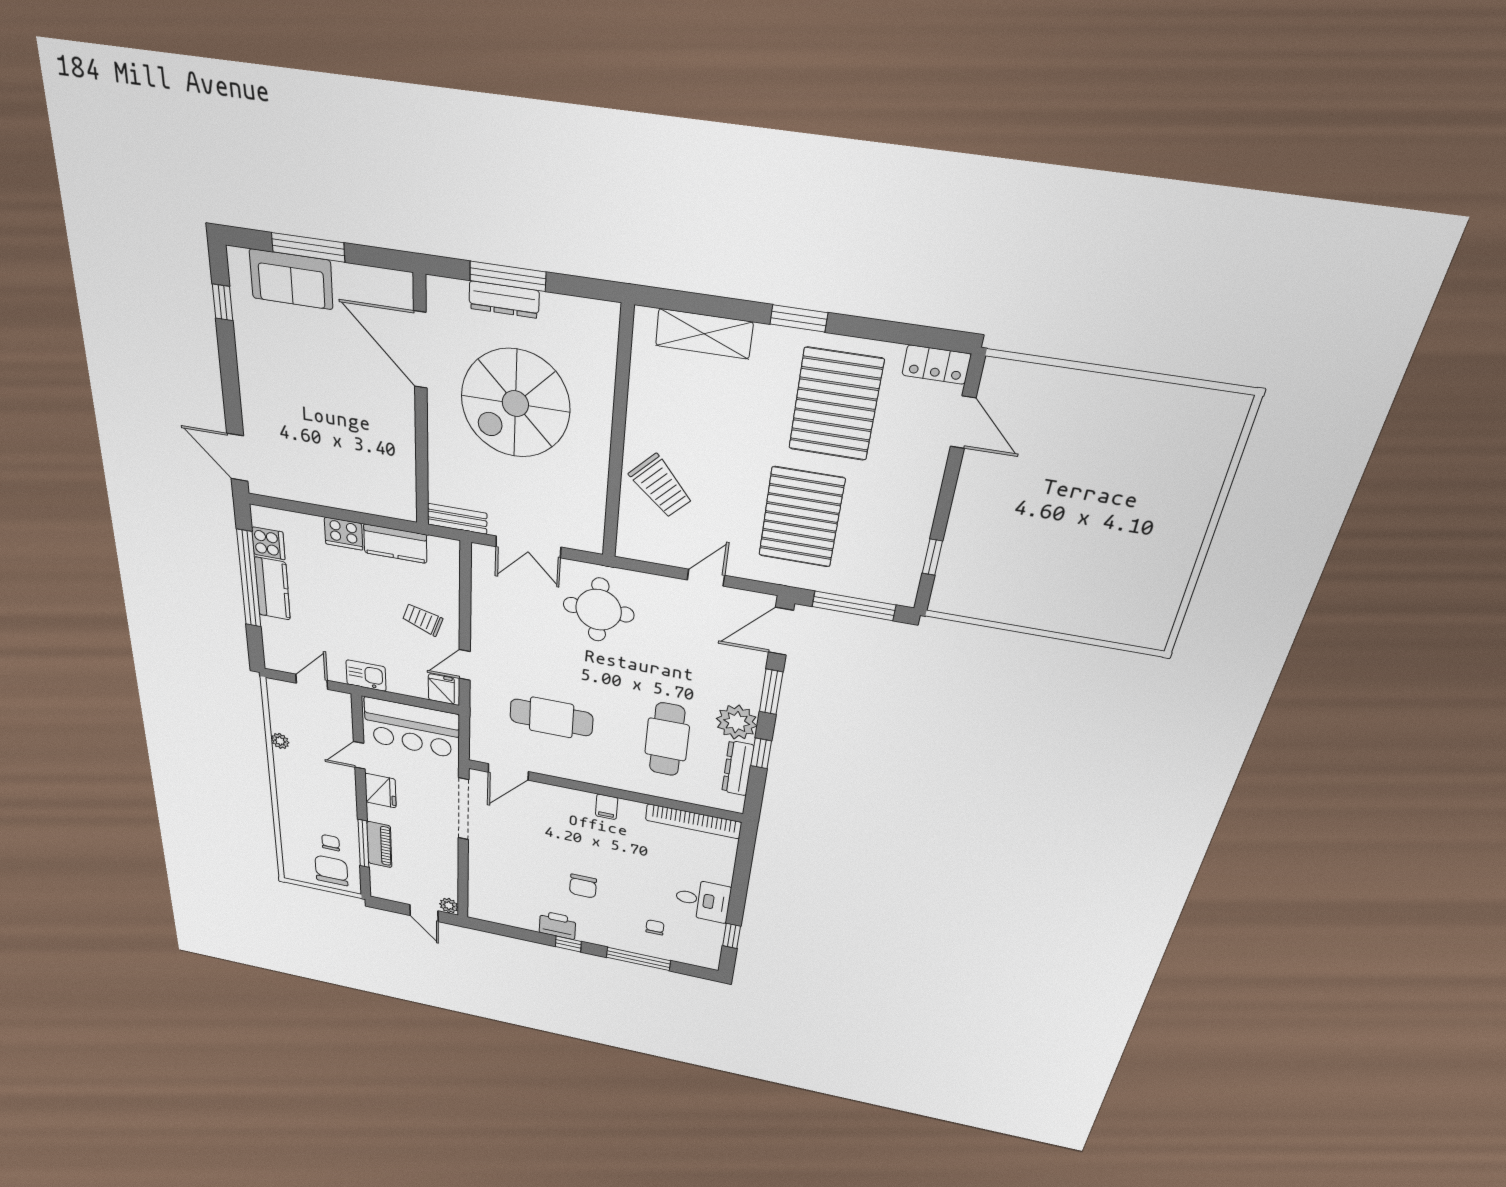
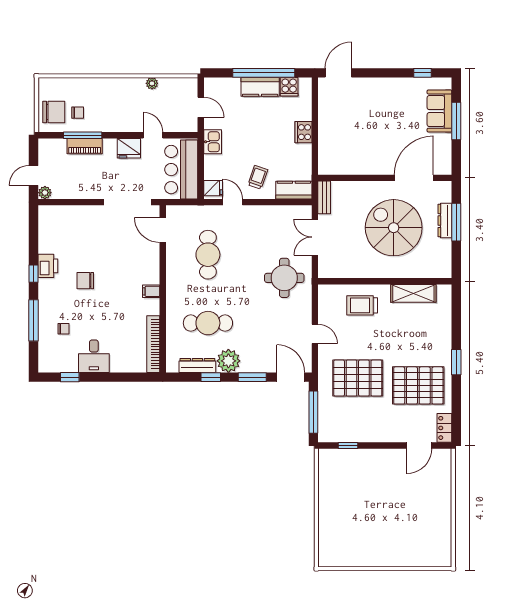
shelving: (704, 334) -> (413, 293), moved, turned 90
trolley: (661, 486) -> (362, 305), turned 45
kitchen counter: (395, 544) -> (294, 190), moved, turned 90

